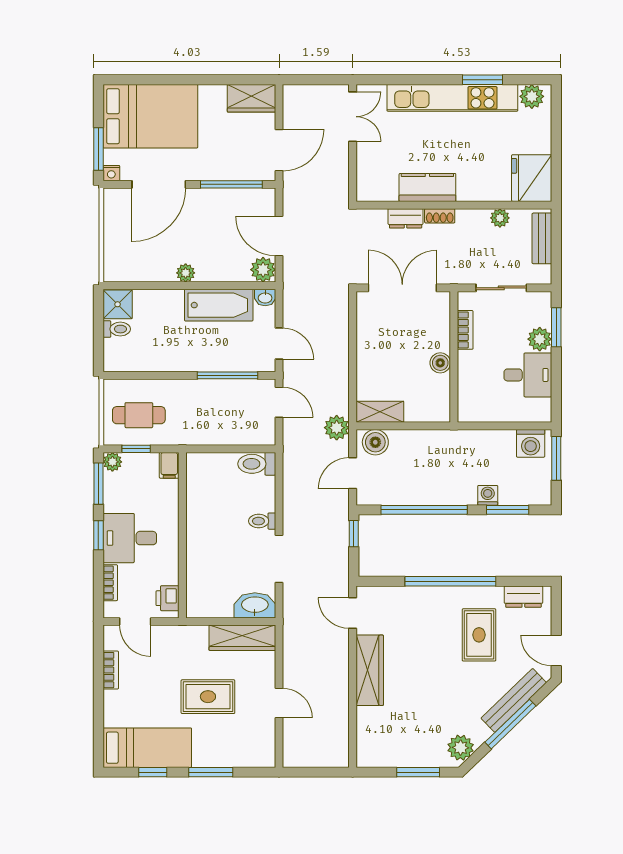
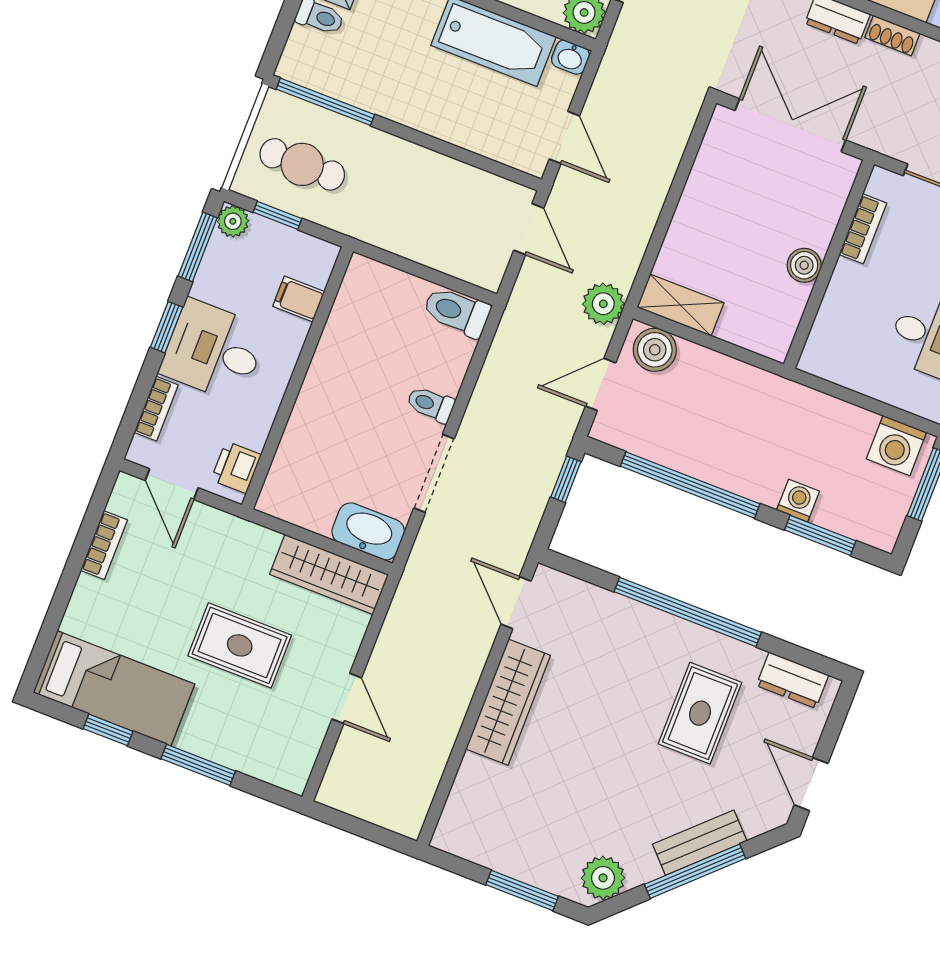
window: (227, 375) -> (325, 102), moved
filing cabinet: (169, 465) -> (299, 299), moved, turned 90
bench: (514, 700) -> (700, 843), width x0.73

